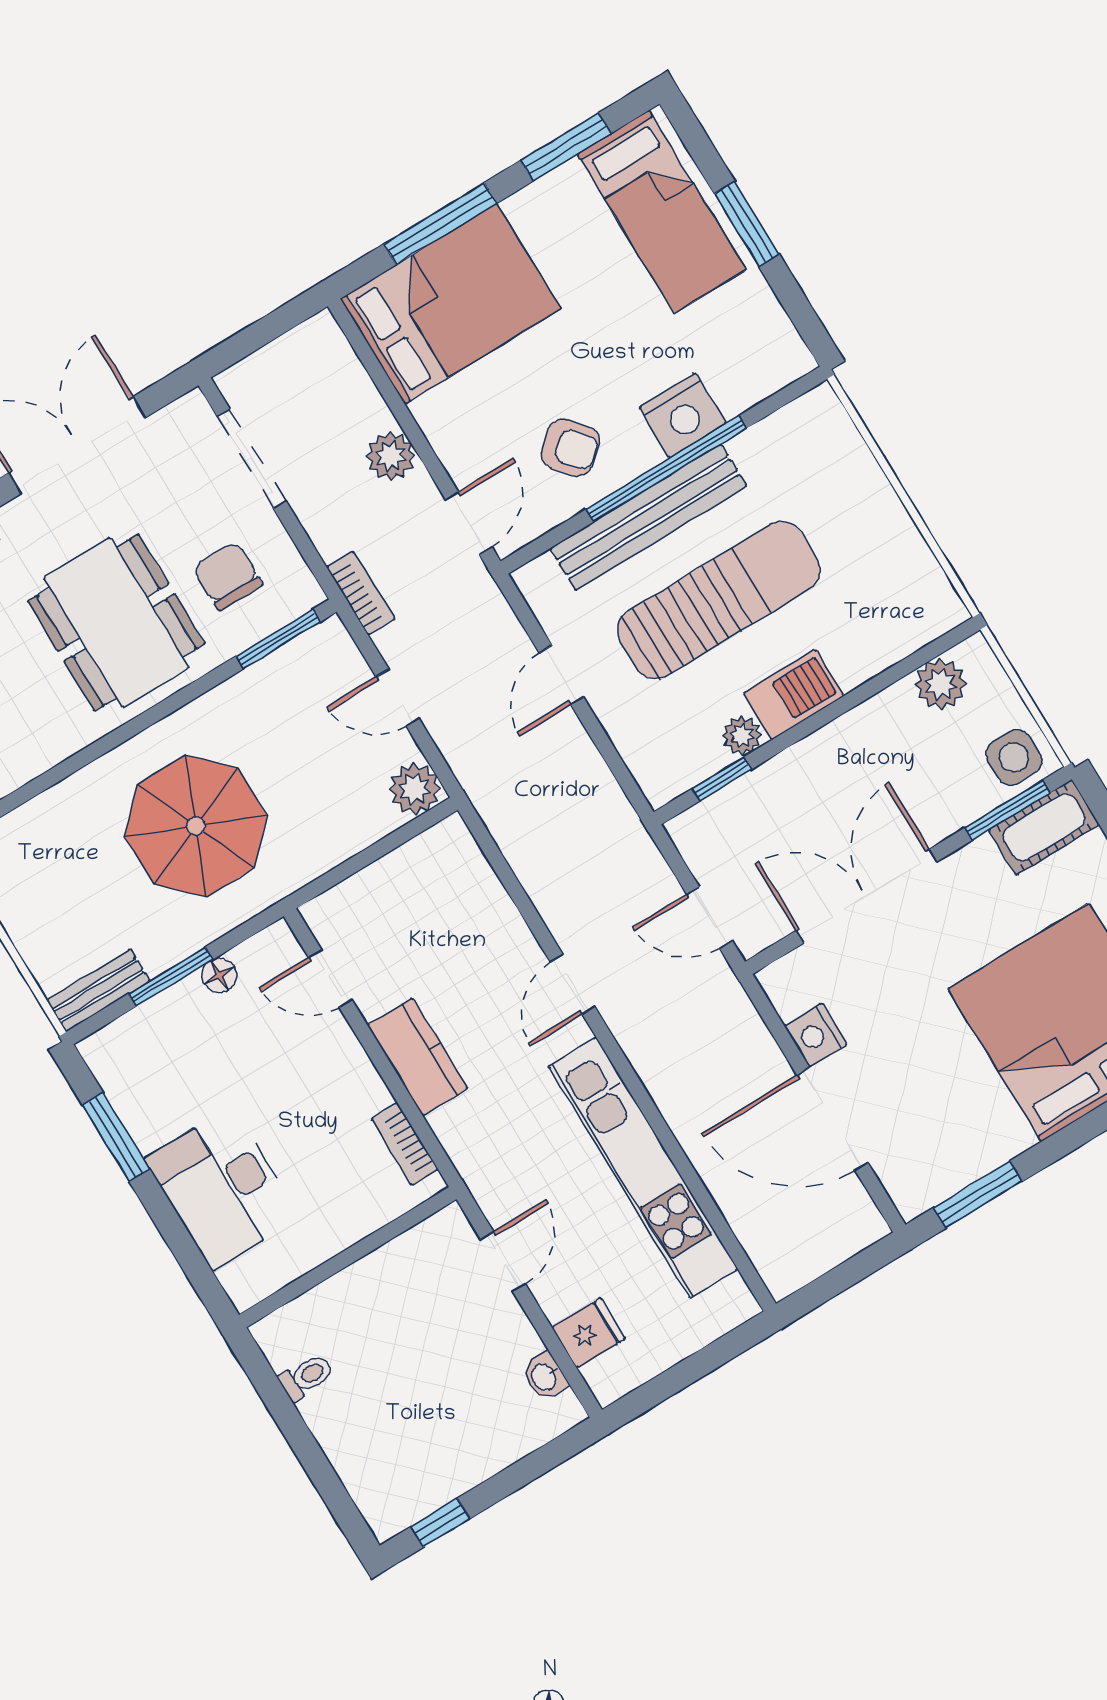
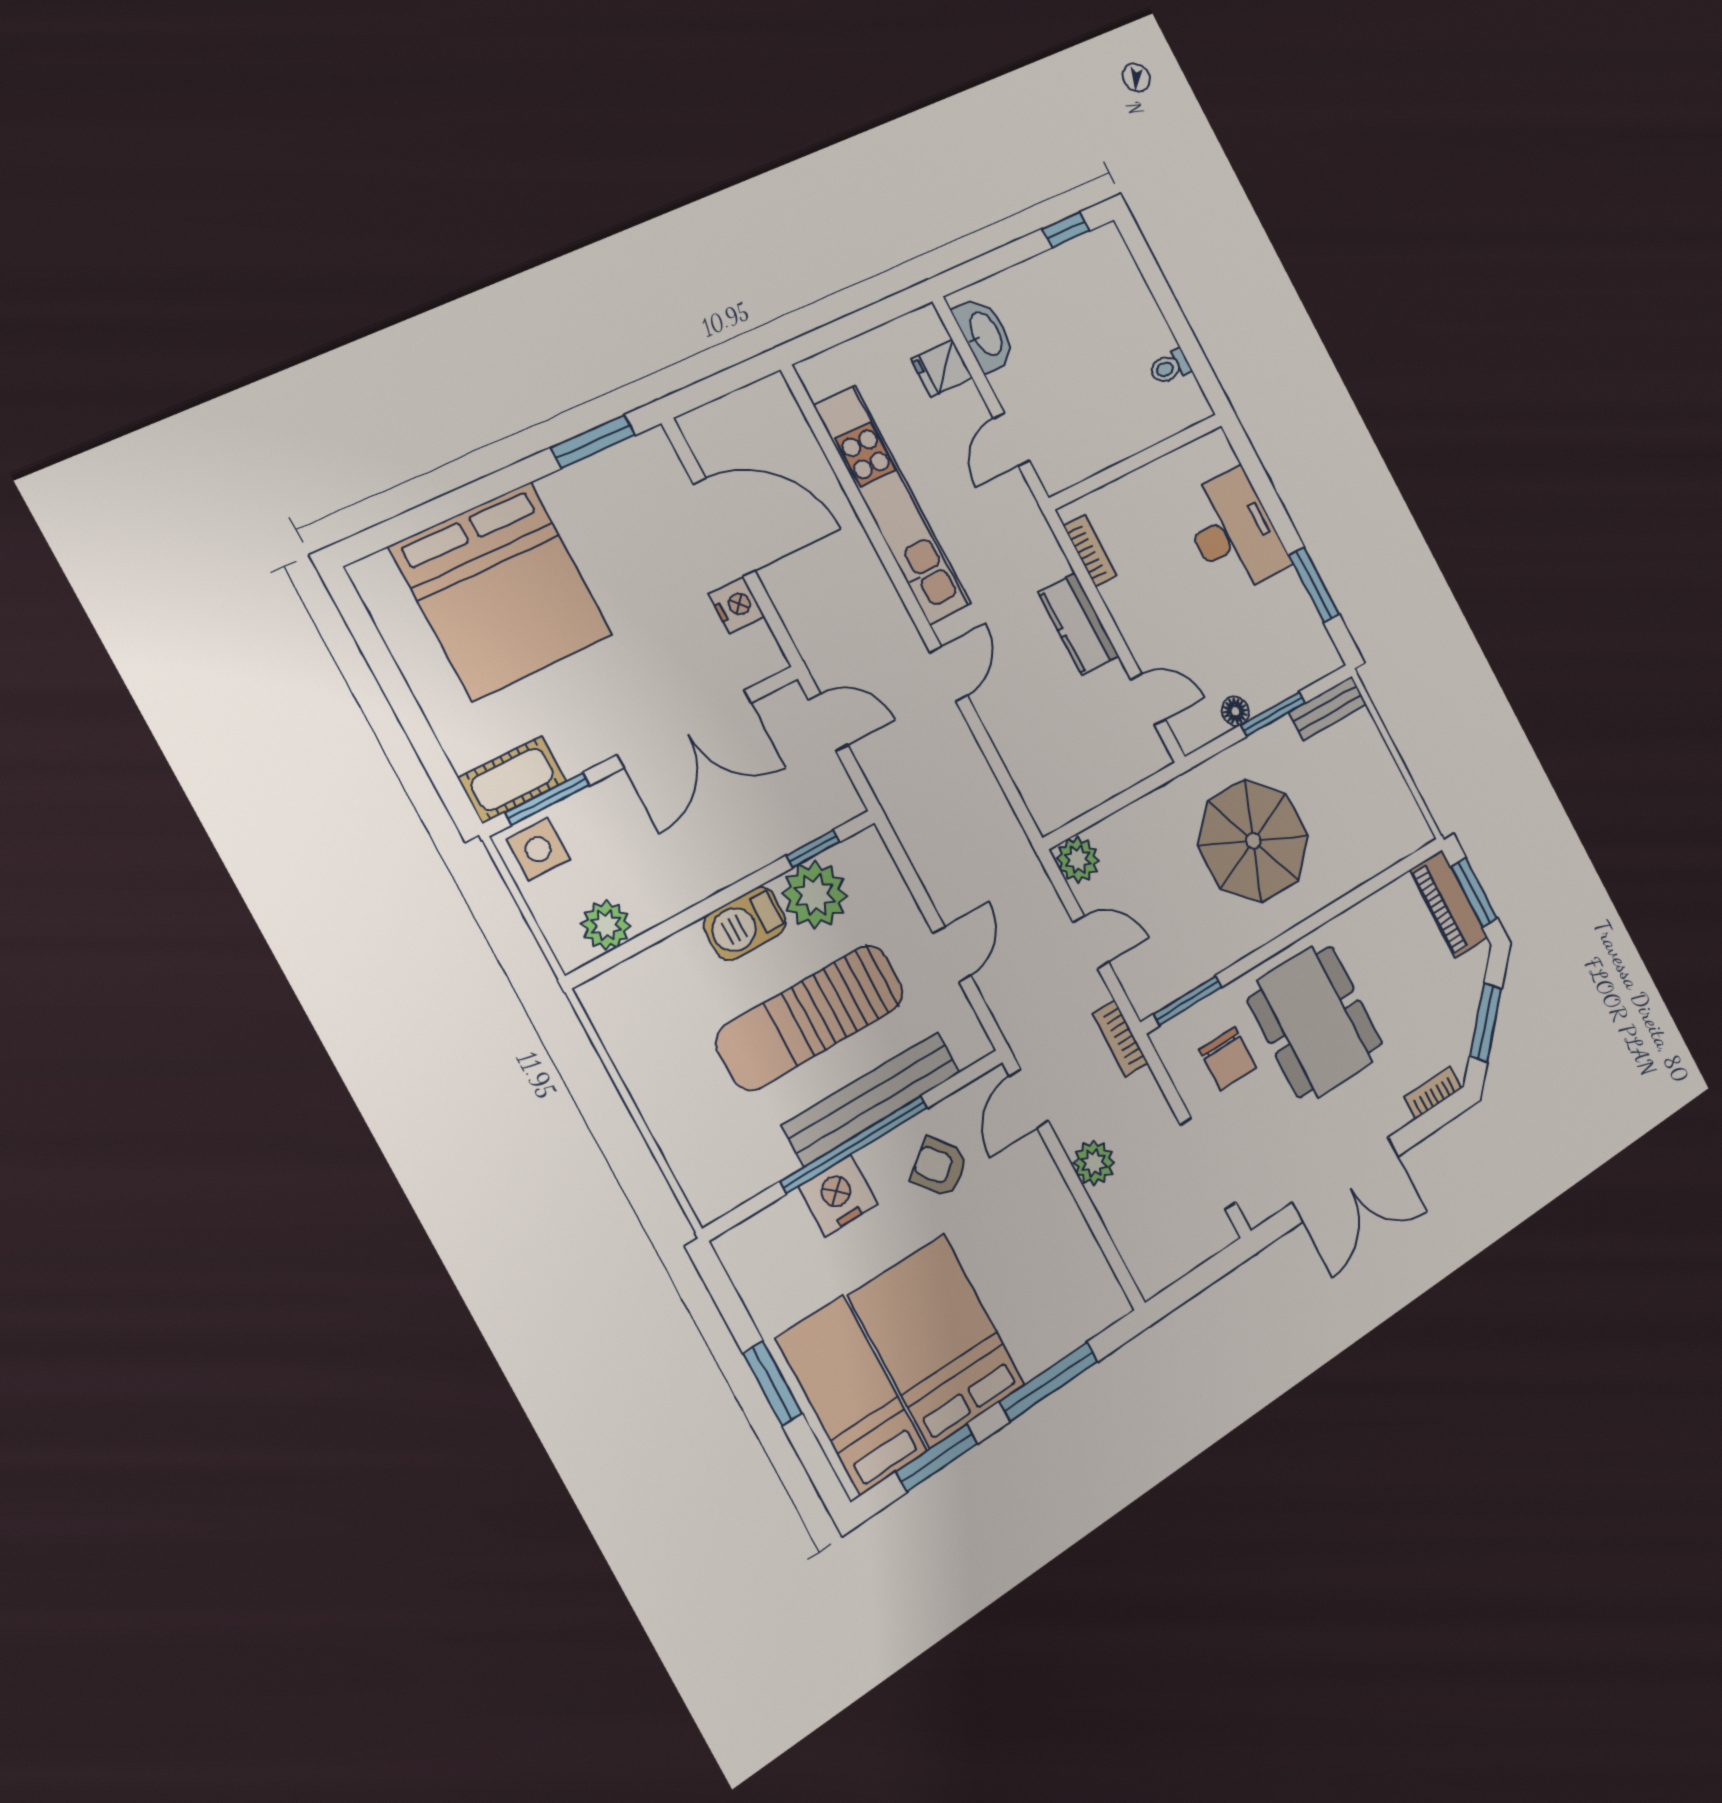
bed: (451, 304) -> (937, 1341), moved, turned 90
plant: (742, 736) -> (815, 895), width x1.88, depth x1.88
washbasin: (545, 1377) -> (985, 334), width x1.91, depth x1.45

